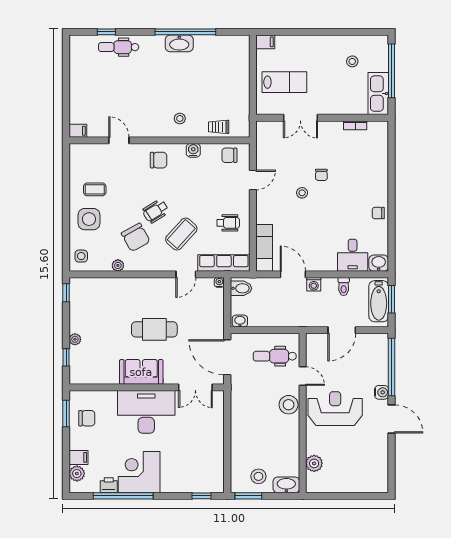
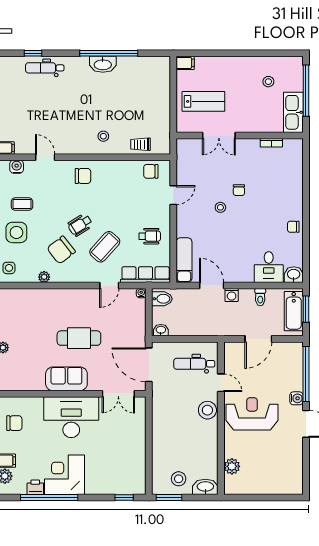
water cooler: (193, 150) -> (17, 167), moved
chair: (136, 237) -> (61, 250), turned 81

